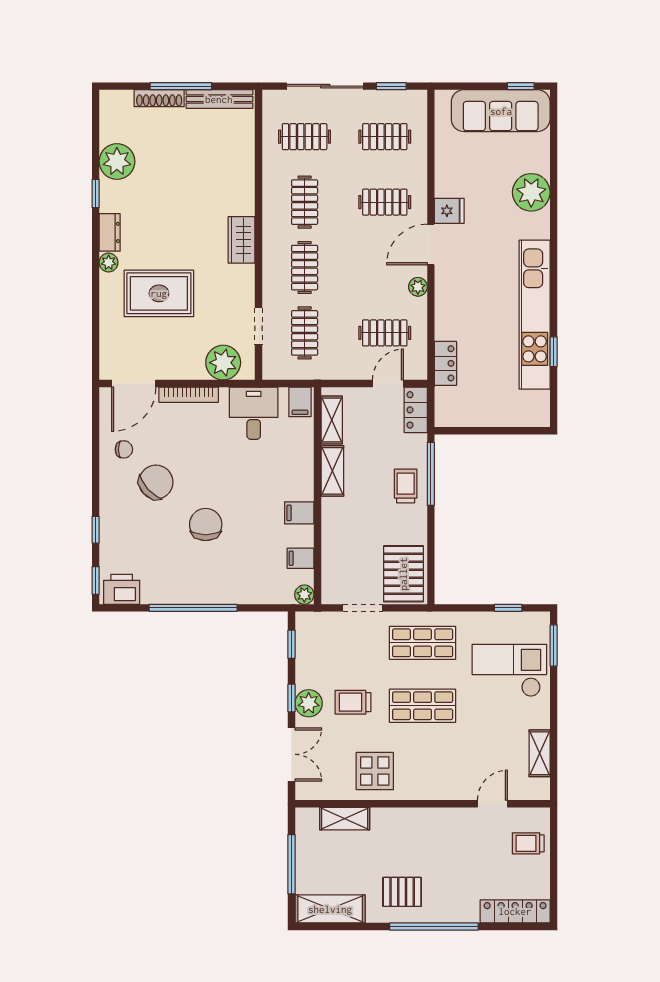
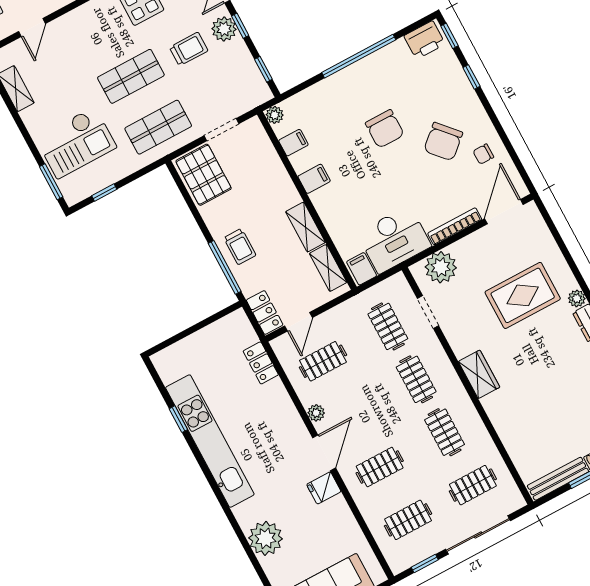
desk: (254, 413) -> (394, 240), width x1.37

